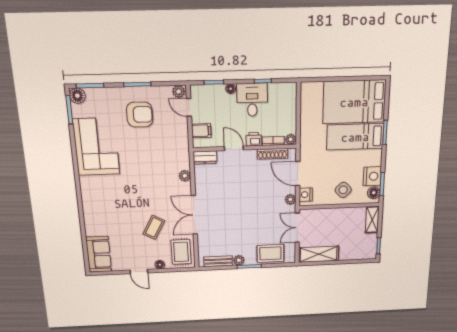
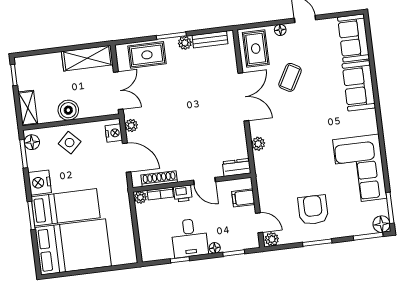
armchair: (140, 114) -> (313, 210), turned 90
nightstand: (372, 176) -> (40, 183), moved
sofa: (95, 216) -> (359, 86), added
boiler: (340, 216) -> (68, 110), added

